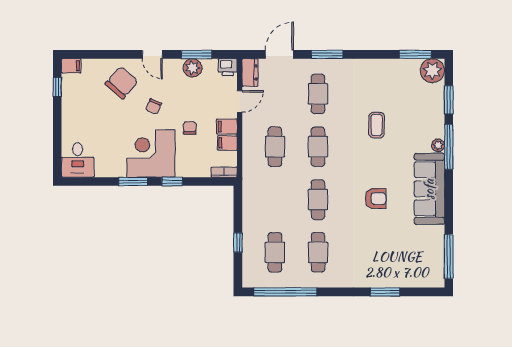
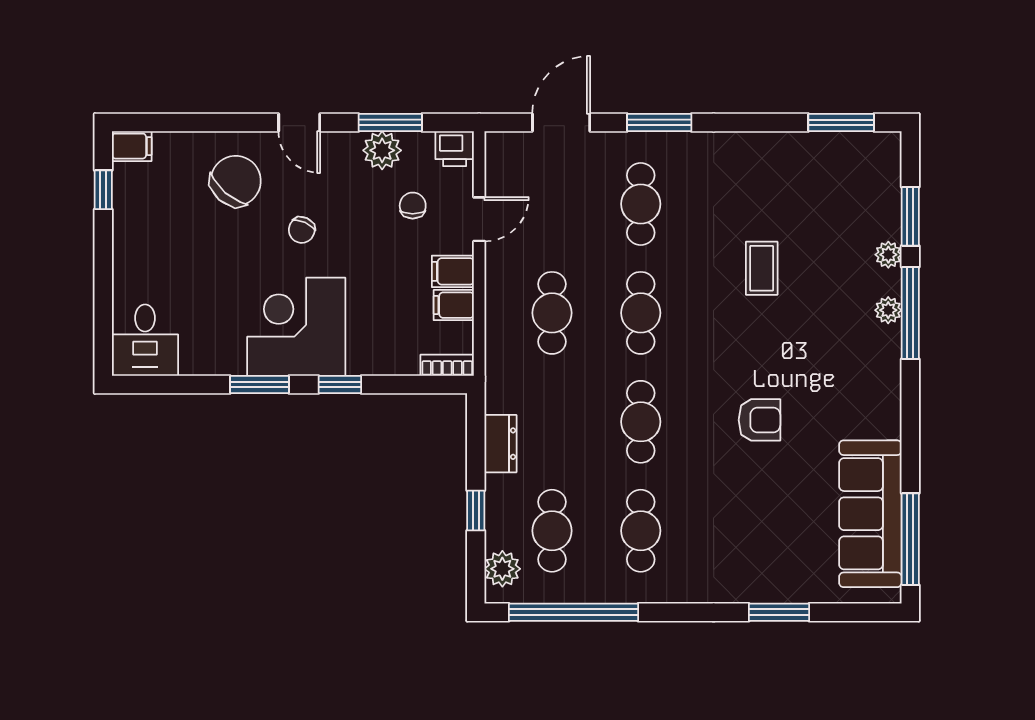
plant: (432, 71) -> (888, 255), moved, width x0.53, depth x0.53
dresser: (250, 72) -> (500, 444), moved
chair: (190, 128) -> (413, 206), moved
sofa: (429, 189) -> (870, 514), moved
plant: (251, 271) -> (502, 569), added

